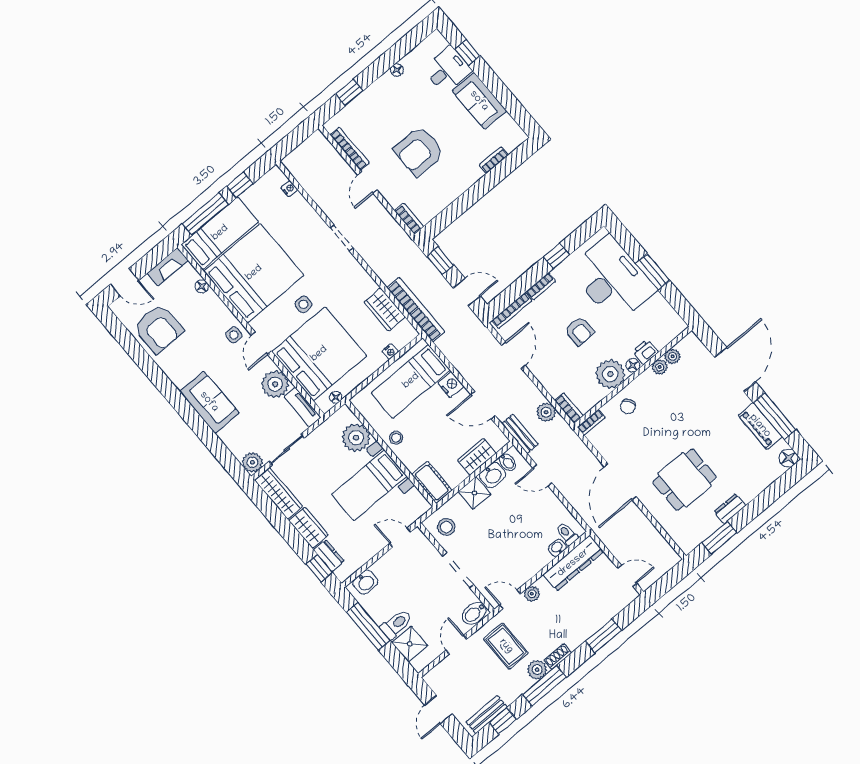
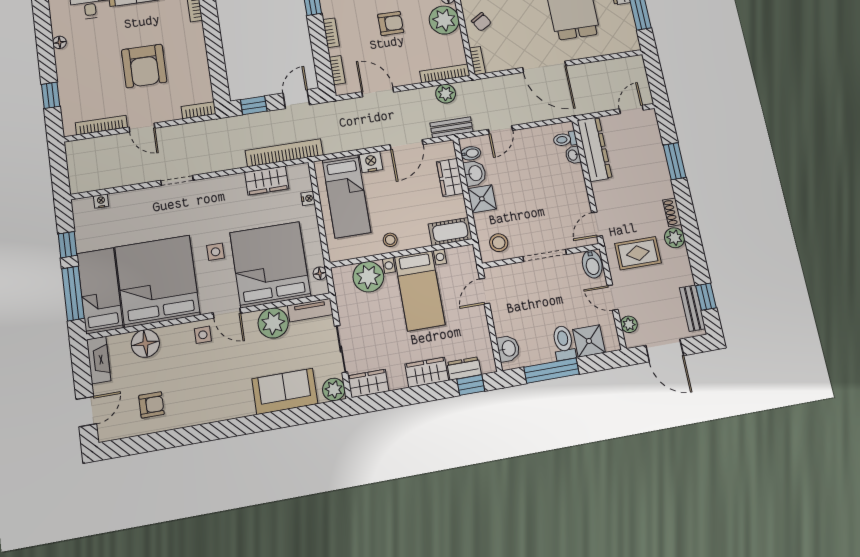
floor lamp: (202, 286) -> (145, 343), width x1.89, depth x1.89
bookcase: (512, 311) -> (337, 70), width x0.64
armchair: (158, 329) -> (151, 405), width x0.53, depth x0.53
sofa: (209, 402) -> (285, 391), moved
bookcase: (569, 408) -> (445, 73), width x1.56
wardrobe: (278, 493) -> (368, 383), width x0.67
plant: (532, 594) -> (629, 324), moved
window: (544, 686) -> (693, 240), removed
door: (438, 709) -> (665, 350), width x1.37

